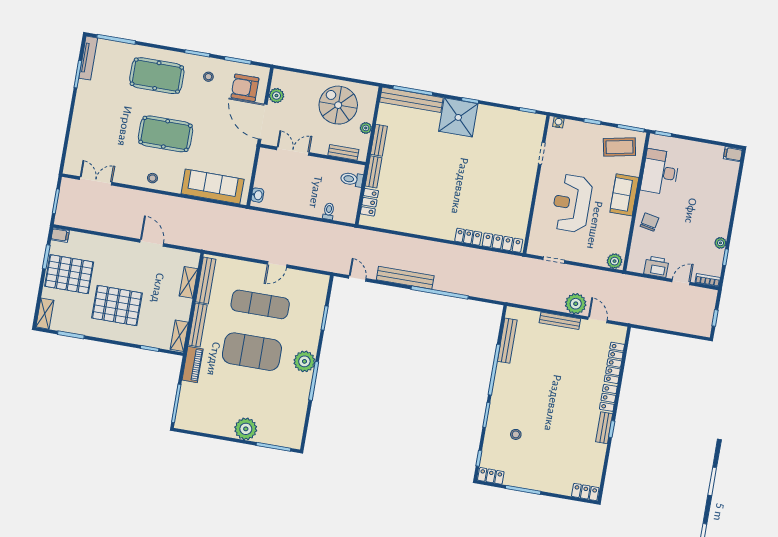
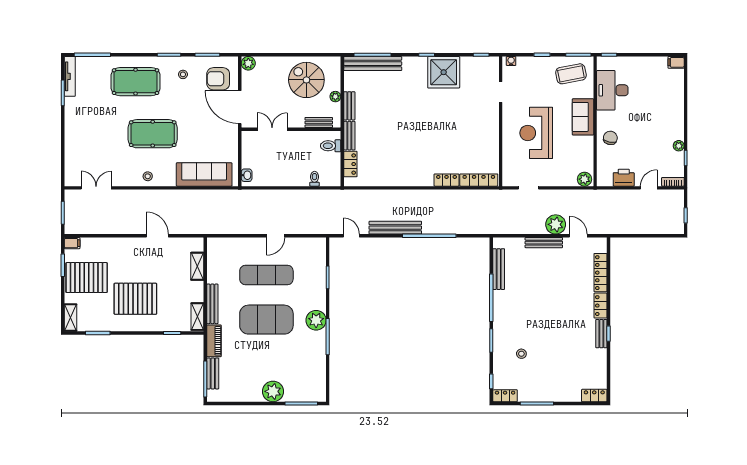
plant: (276, 96) -> (248, 63), moved
shower: (458, 117) -> (444, 72), moved
bench: (206, 280) -> (213, 373), moved, width x0.73

